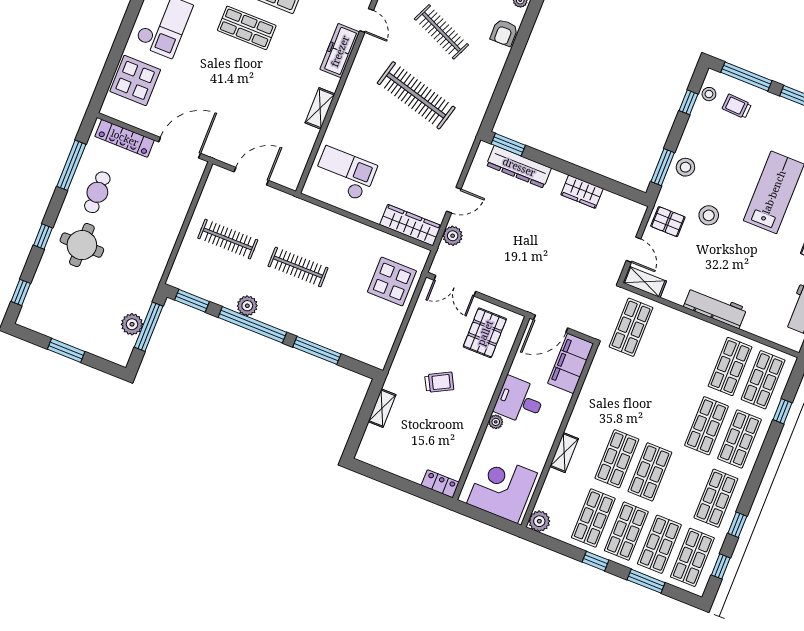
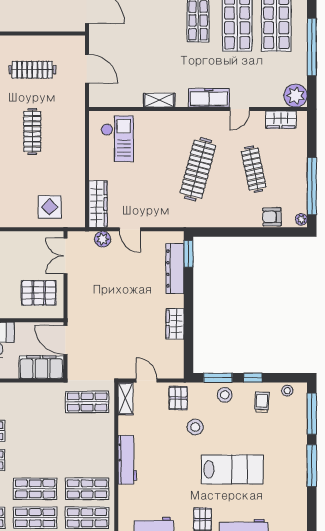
clothes rail: (441, 32) -> (254, 169), turned -36
window: (689, 102) -> (253, 378), moved
trolley: (737, 106) -> (262, 402), moved
clothes rail: (228, 239) -> (32, 70), turned 90
door: (634, 250) -> (147, 380), swing flipped
display table: (392, 281) -> (50, 207), width x0.73, depth x0.73

